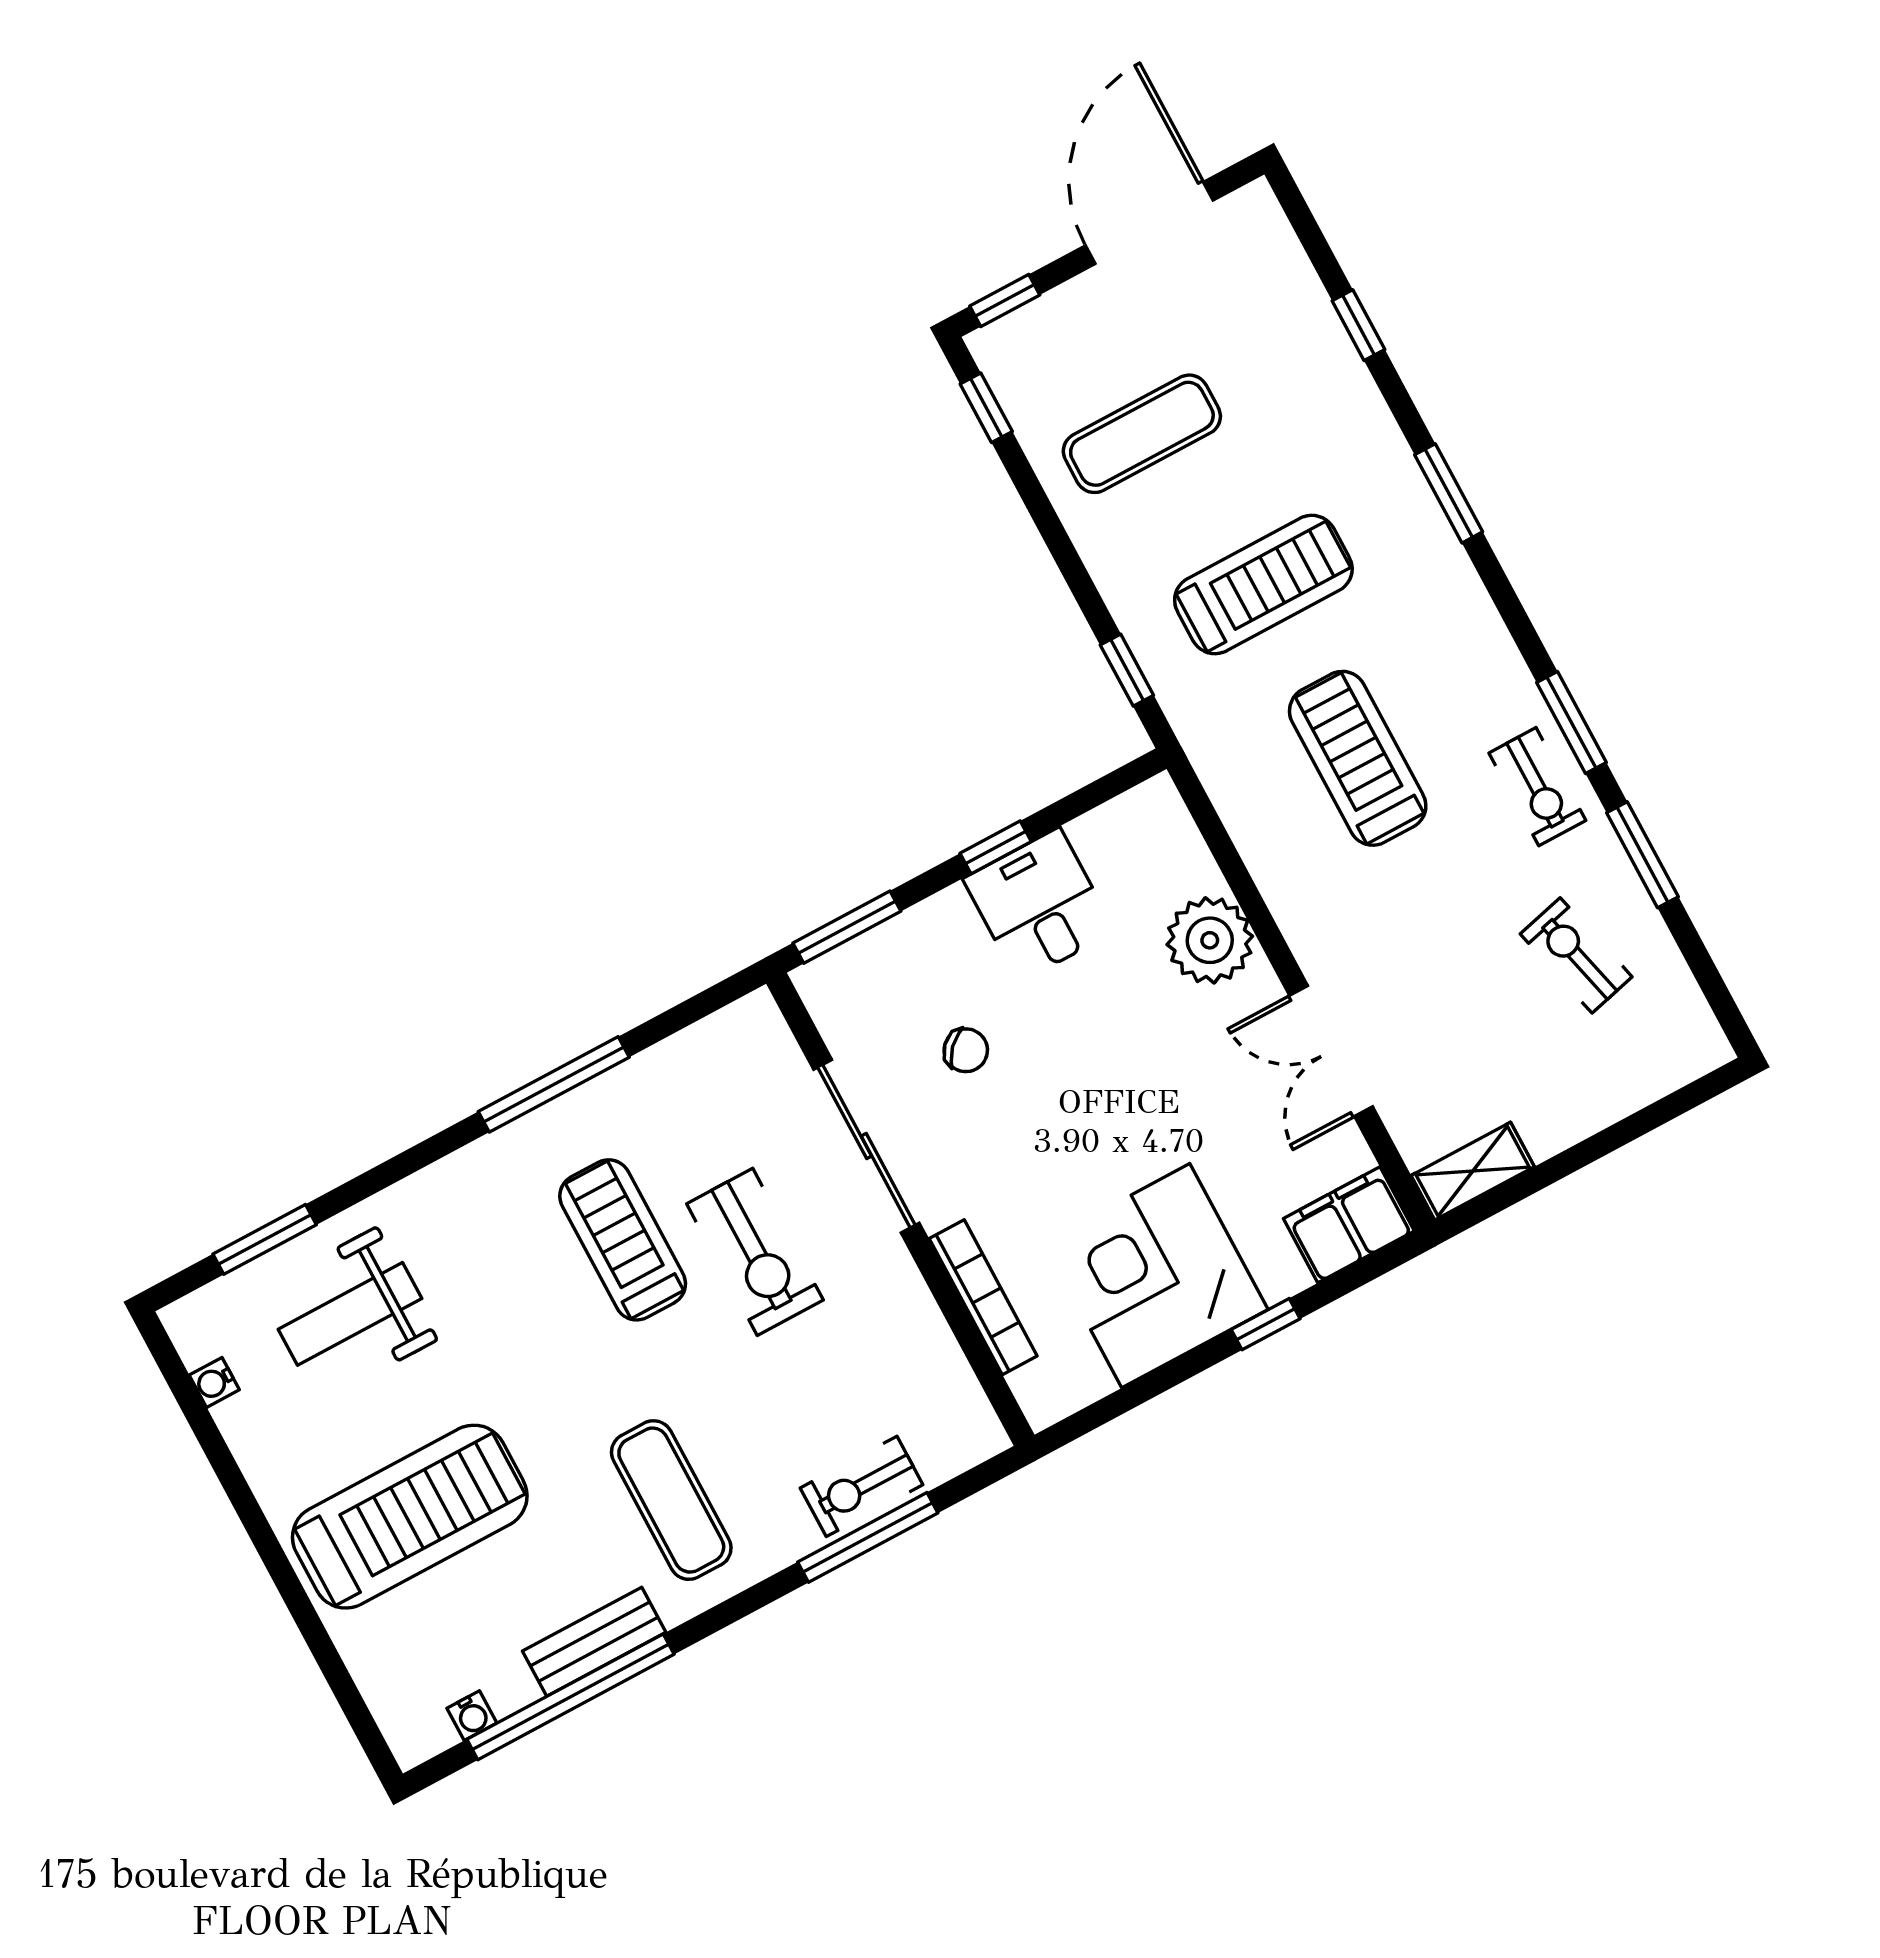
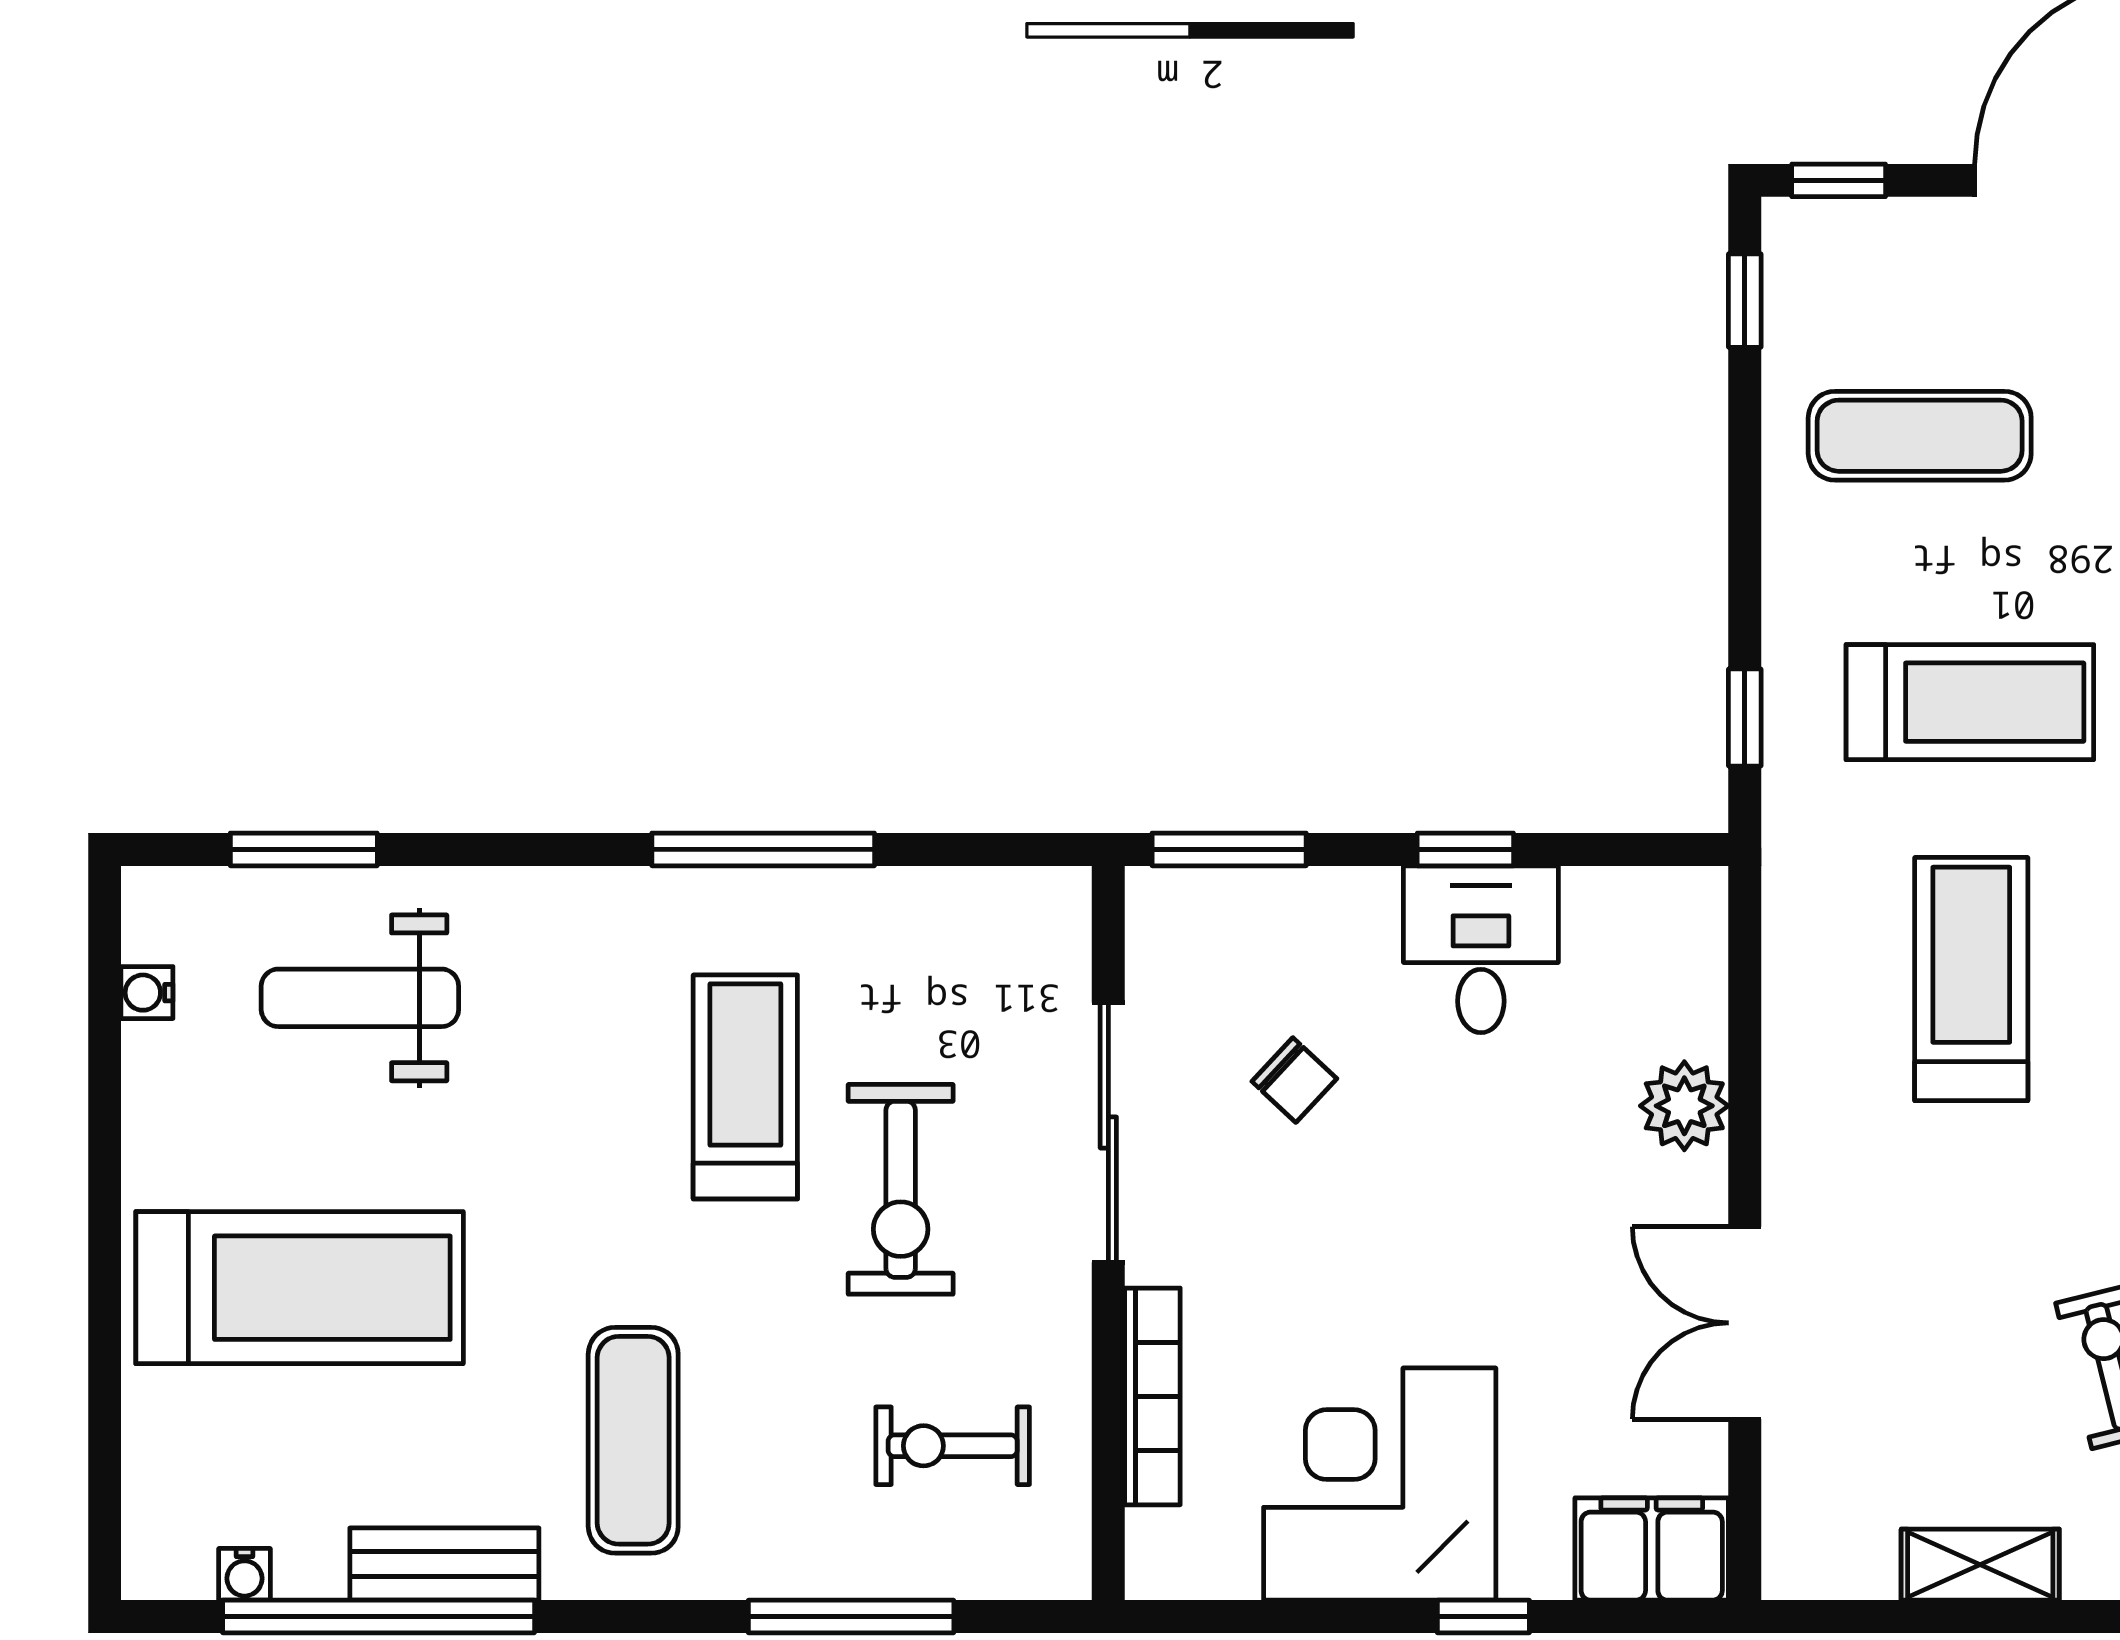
plant: (1210, 940) -> (1684, 1106), width x0.73, depth x0.73
shelving: (1473, 1171) -> (1980, 1565), moved
exercise bike: (862, 1486) -> (953, 1446), moved

